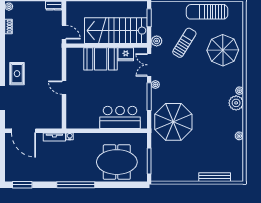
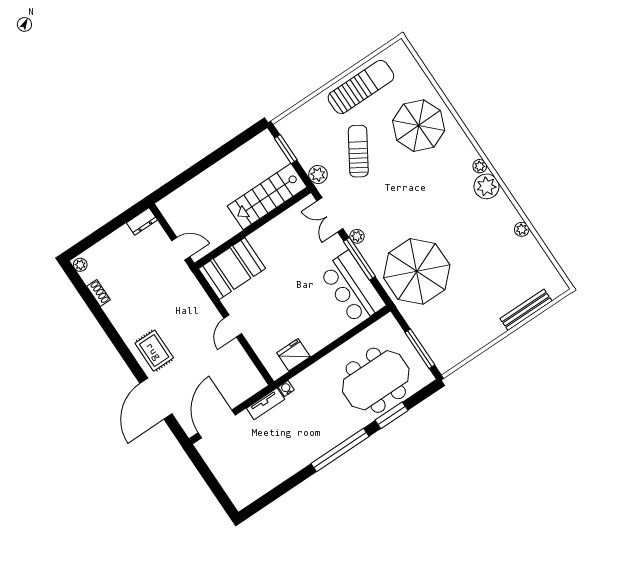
sun lounger: (207, 12) -> (361, 87), turned 180
stairs: (116, 31) -> (267, 197), width x0.73, depth x0.66
fridge: (126, 54) -> (293, 355), moved, turned 180
booth: (101, 59) -> (232, 269), moved
door: (64, 88) -> (233, 326), hinge flipped
bar counter: (120, 117) -> (352, 288), moved, turned -90
door: (24, 131) -> (217, 424), swing flipped
window: (22, 185) -> (392, 415), moved

